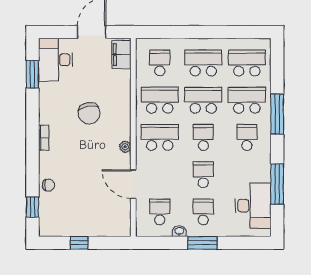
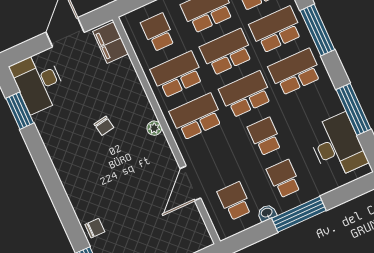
chair: (89, 113) -> (104, 126), width x0.54, depth x0.54
school desk: (203, 137) -> (246, 94), width x1.85
school desk: (247, 137) -> (295, 72), width x1.85
bookcase: (44, 138) -> (65, 177), removed
plant: (125, 147) -> (154, 128), moved
door: (133, 184) -> (190, 183), hinge flipped
window: (202, 243) -> (299, 214), width x1.44

